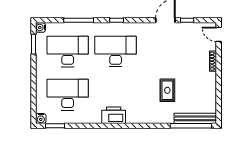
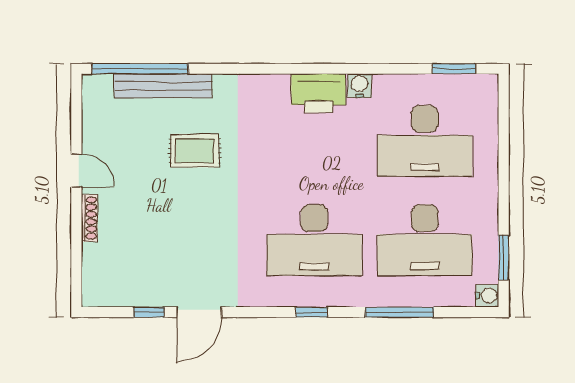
door: (219, 34) -> (76, 170), moved
rug: (167, 90) -> (195, 151), turned 90
bench: (195, 118) -> (163, 86), moved
water cooler: (41, 119) -> (360, 86), moved

